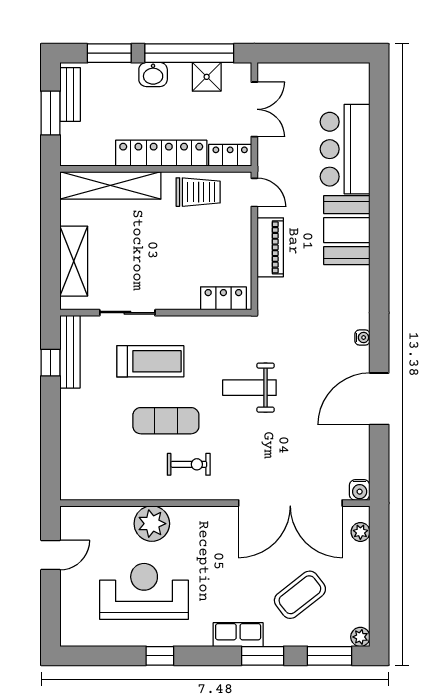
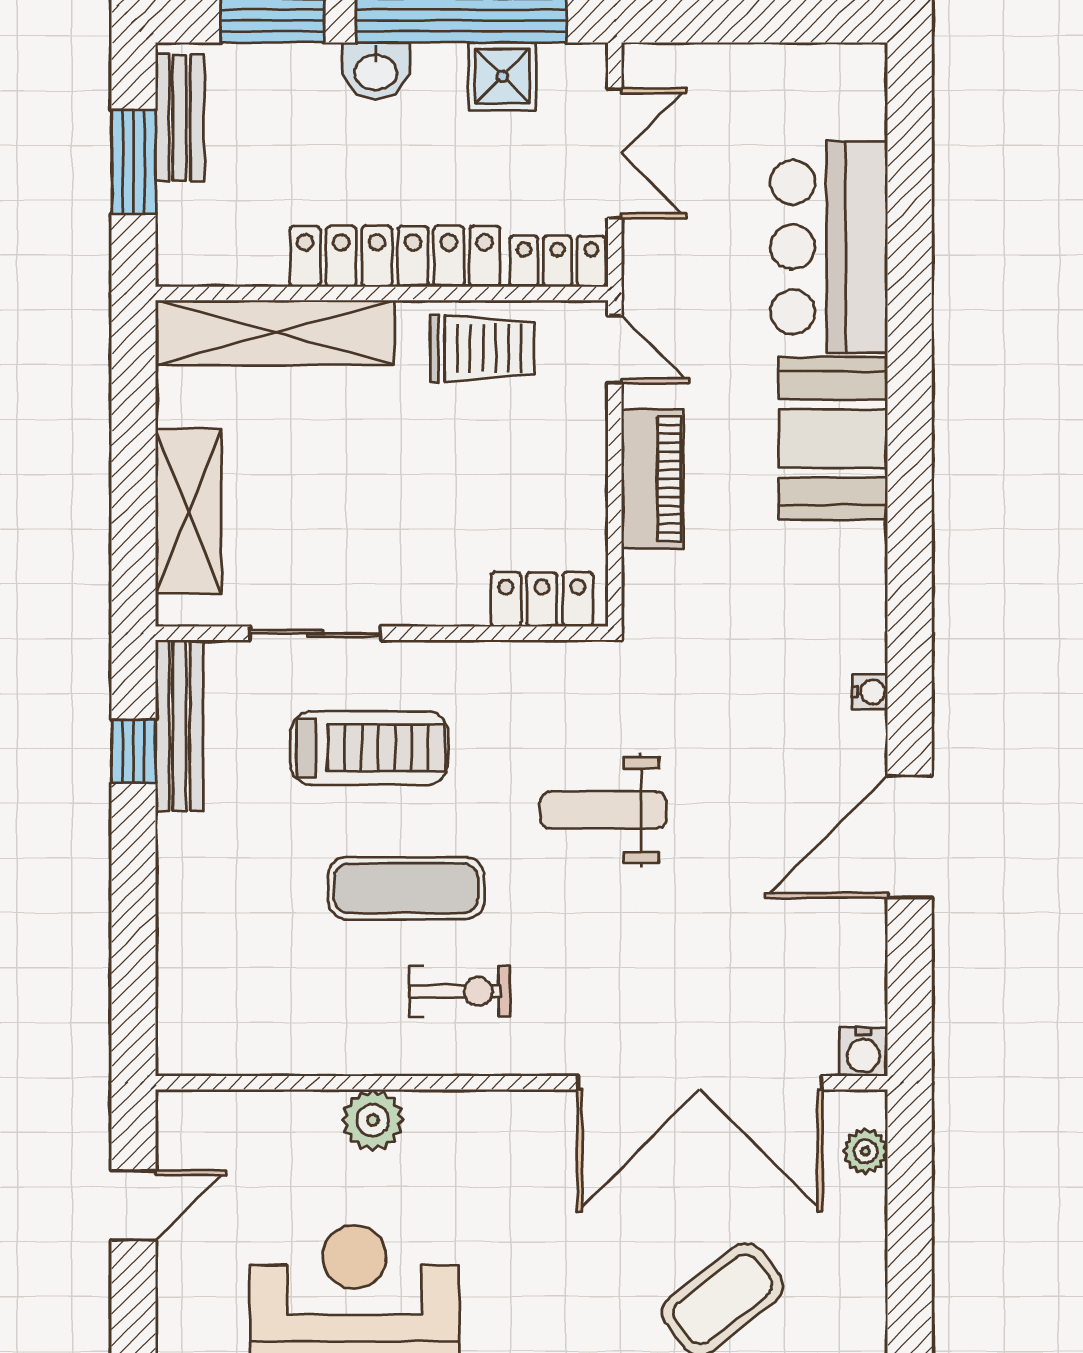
plant: (152, 524) -> (373, 1120), width x0.73, depth x0.73

